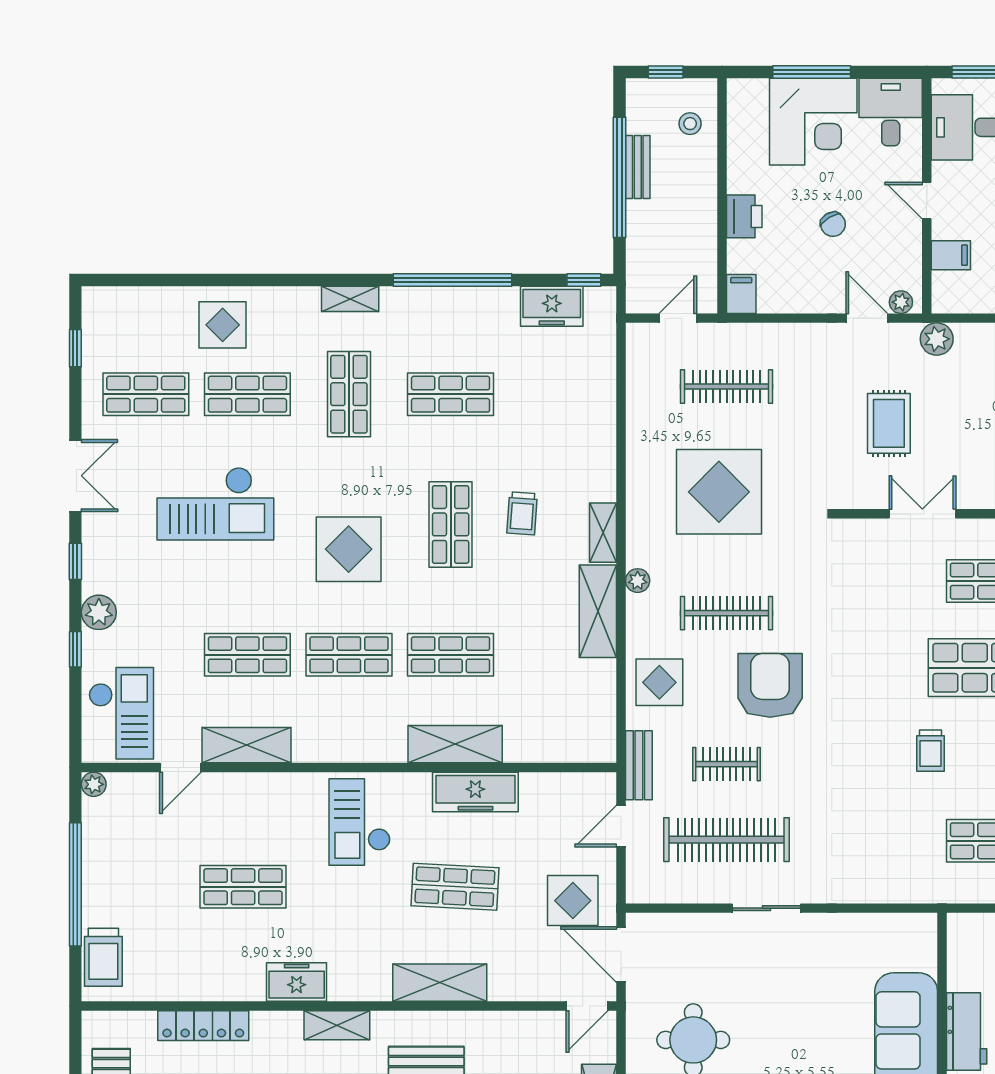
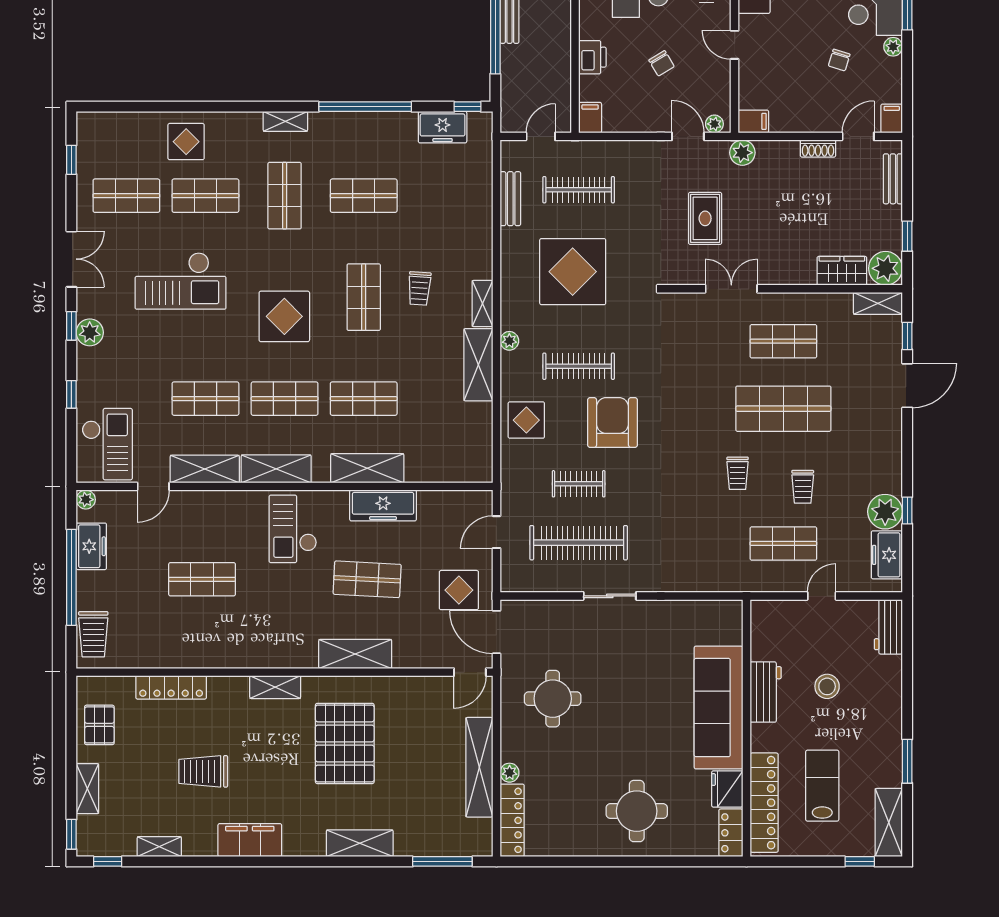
filing cabinet: (951, 255) -> (753, 121), moved
plant: (99, 612) -> (90, 332), moved
shelving: (338, 745) -> (276, 469), added
bench: (639, 765) -> (510, 199), moved
freezer: (297, 982) -> (91, 546), moved, turned 90

